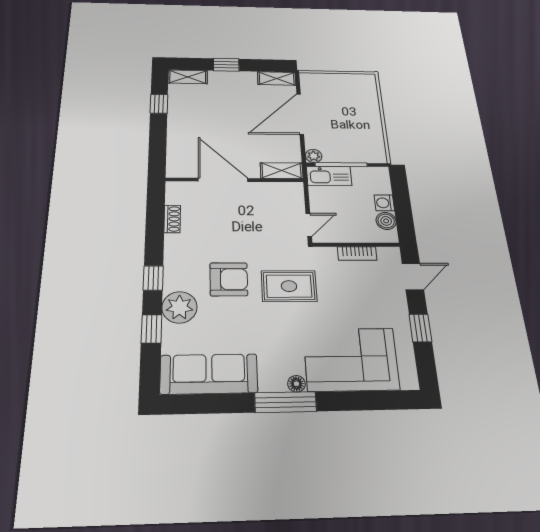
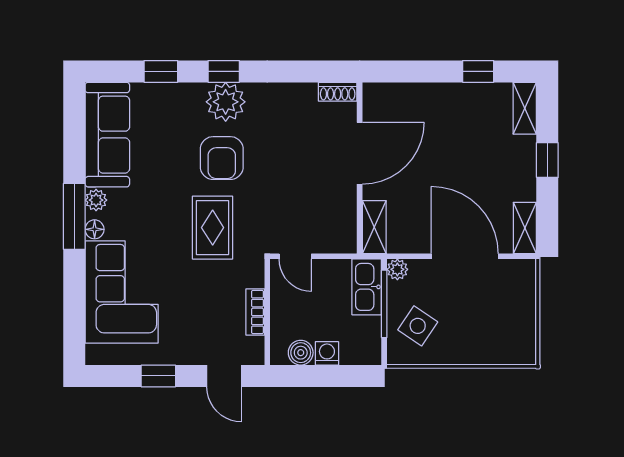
side table: (356, 144) -> (418, 326), added
shoe rack: (172, 219) -> (338, 92), moved
plant: (179, 307) -> (226, 102), moved
plant: (269, 383) -> (96, 200), added

